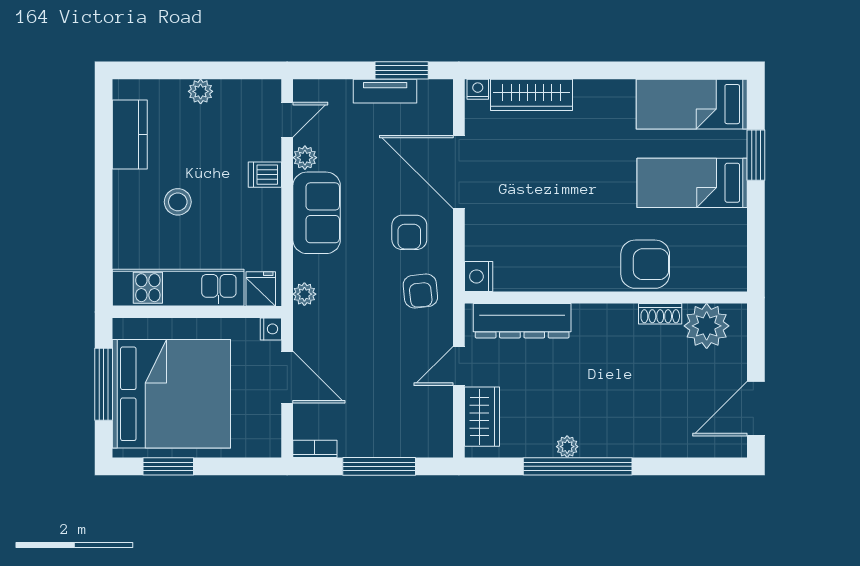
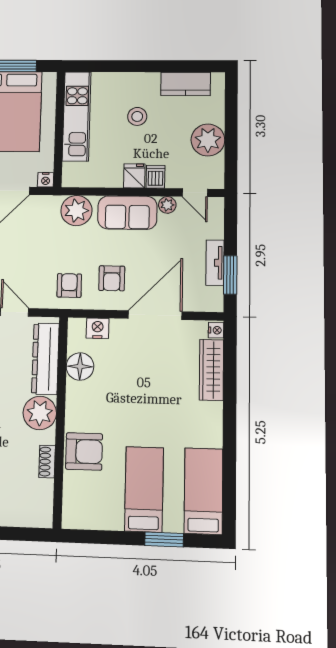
plant: (201, 91) -> (208, 140), width x1.88, depth x1.88
armchair: (409, 232) -> (112, 278), turned -90
armchair: (645, 264) -> (84, 451), turned -90
floor lamp: (531, 273) -> (80, 366), added
nightstand: (479, 276) -> (98, 328), moved
fridge: (261, 289) -> (134, 176), moved, turned -90
armchair: (420, 291) -> (69, 285), turned 96
plant: (304, 294) -> (76, 211), width x1.88, depth x1.88
plant: (707, 326) -> (40, 413), moved

